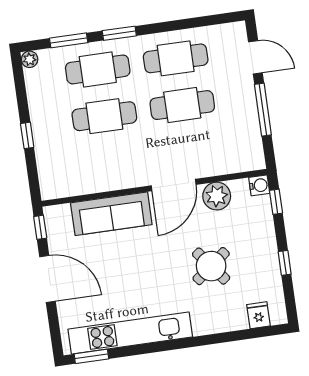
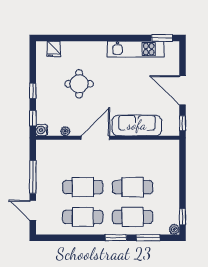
window: (27, 135) -> (183, 217), moved
plant: (217, 196) -> (65, 131), width x0.53, depth x0.53
window: (285, 263) -> (33, 91), moved
round table: (211, 266) -> (79, 84), turned 38
kitchen unit: (130, 333) -> (136, 49), width x0.73

